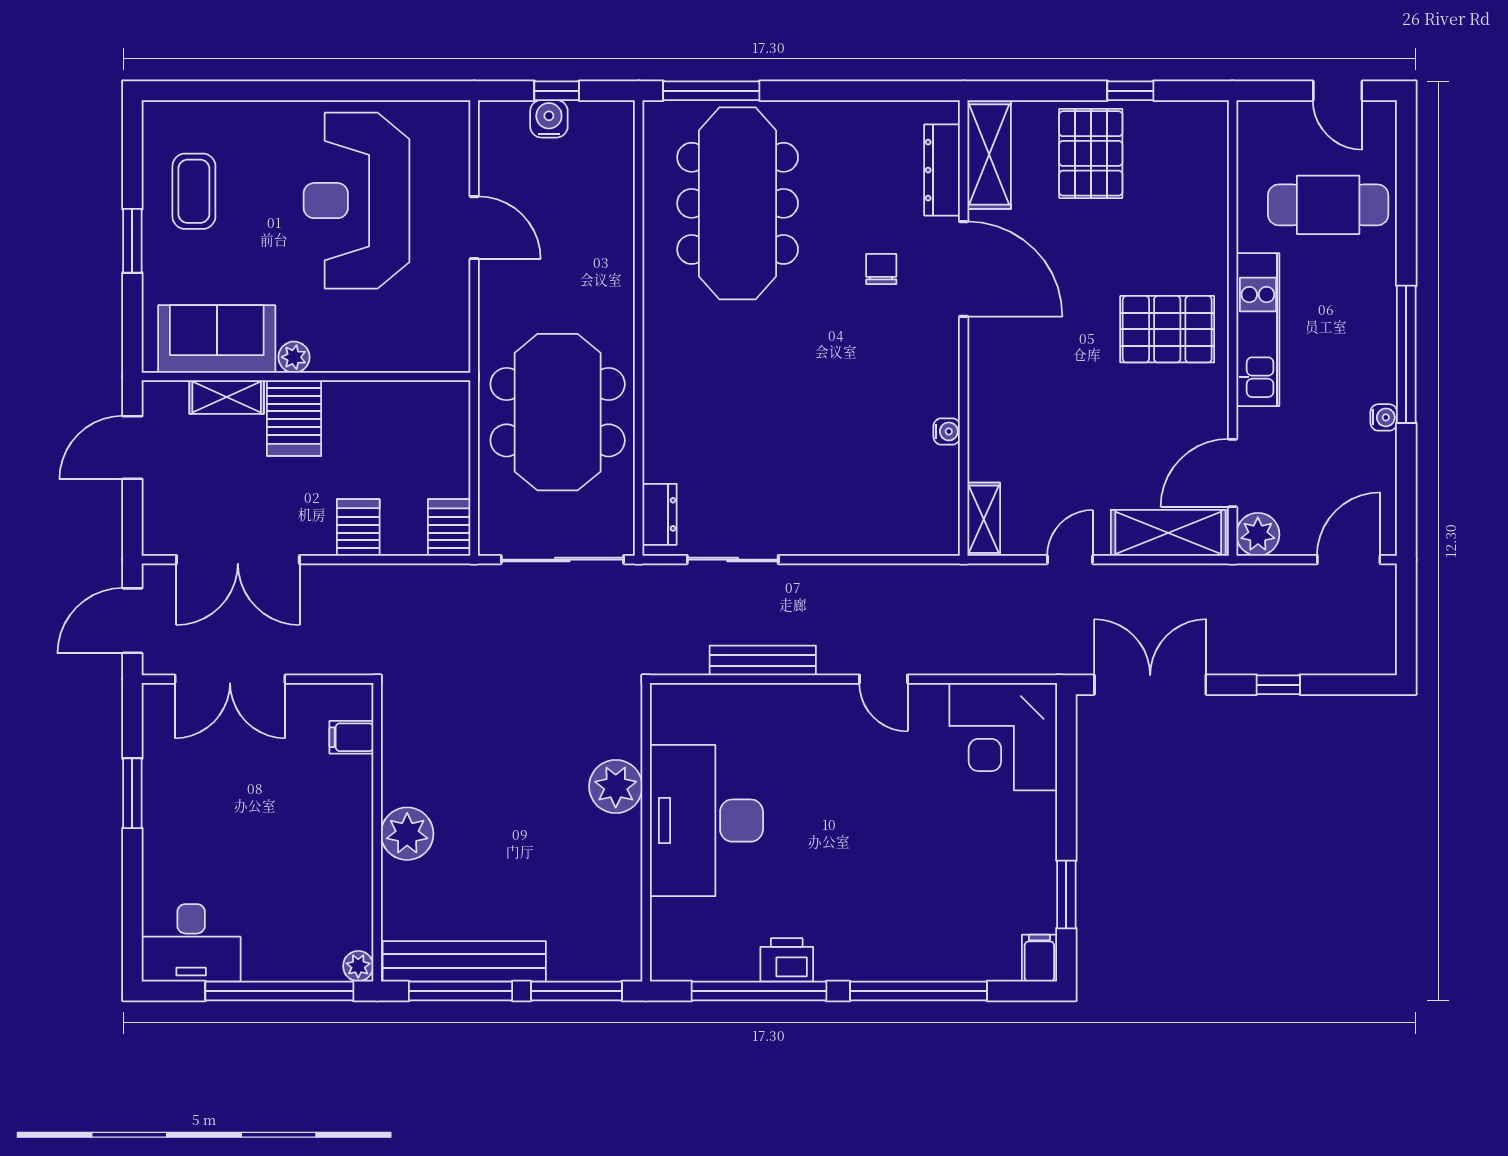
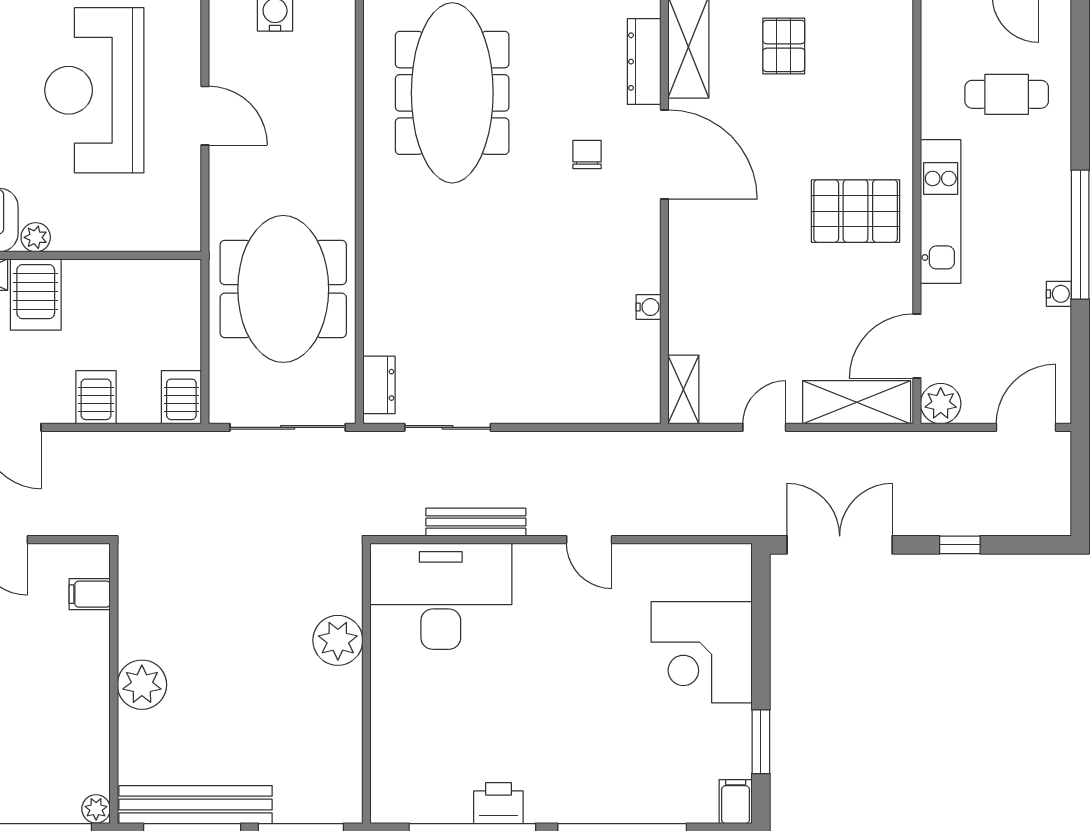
pallet: (1091, 153) -> (784, 46), width x0.67, depth x0.71
cafe table: (1328, 205) -> (1007, 94), width x0.73, depth x0.74
corner desk: (1003, 737) -> (702, 652), moved
desk: (706, 821) -> (441, 596), moved, turned 90

